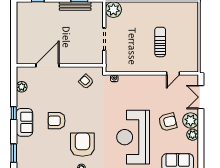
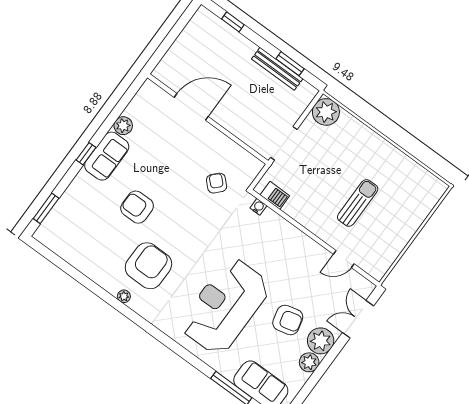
door: (47, 65) -> (191, 107), moved
wall: (60, 65) -> (208, 119), moved
barbecue: (118, 67) -> (275, 195), added
sofa: (24, 122) -> (107, 156), moved

